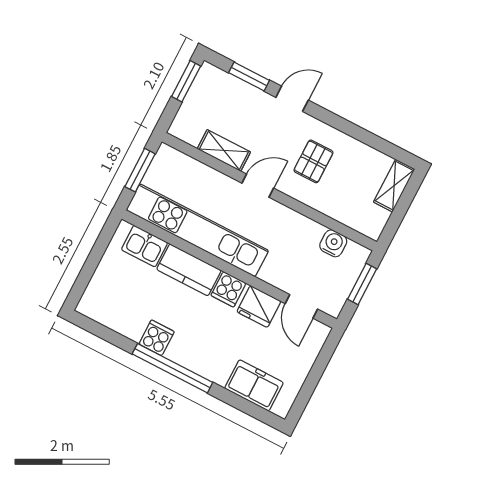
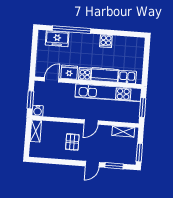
shelving: (224, 150) -> (123, 132), moved
shelving: (394, 186) -> (36, 131), moved
water cooler: (333, 243) -> (38, 111), moved
door: (301, 306) -> (52, 80), hinge flipped
window: (172, 368) -> (72, 30), moved

